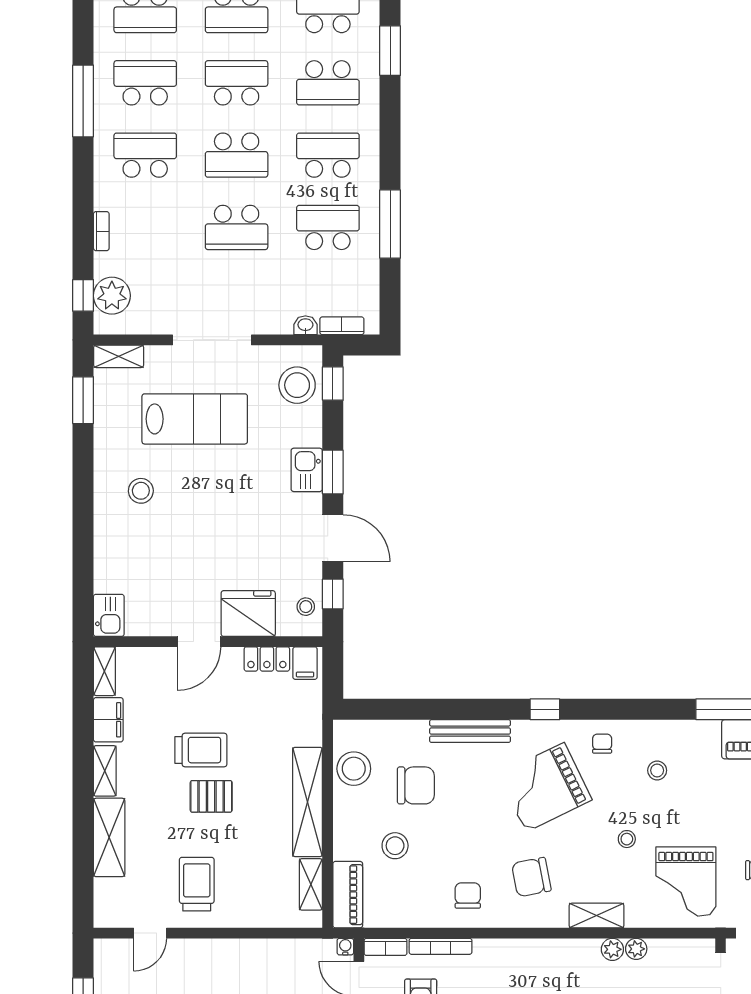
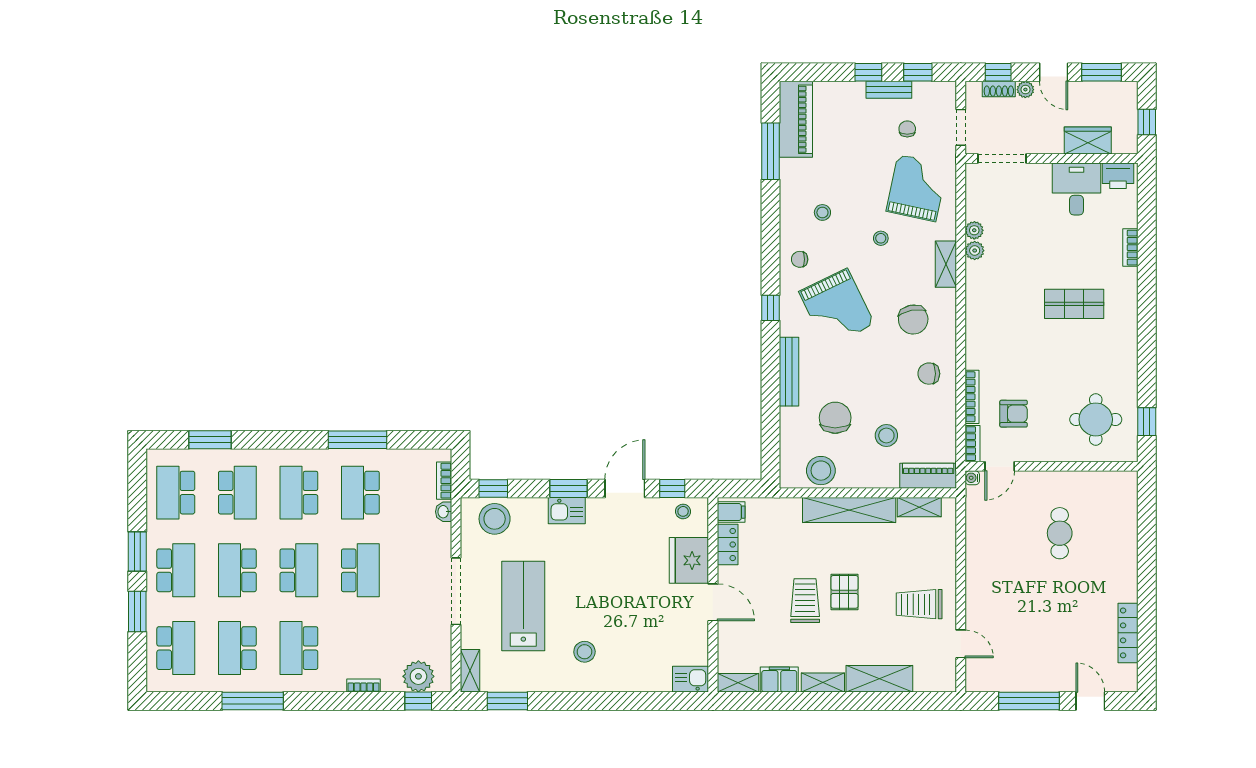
grand piano: (686, 881) -> (917, 188), turned -78

